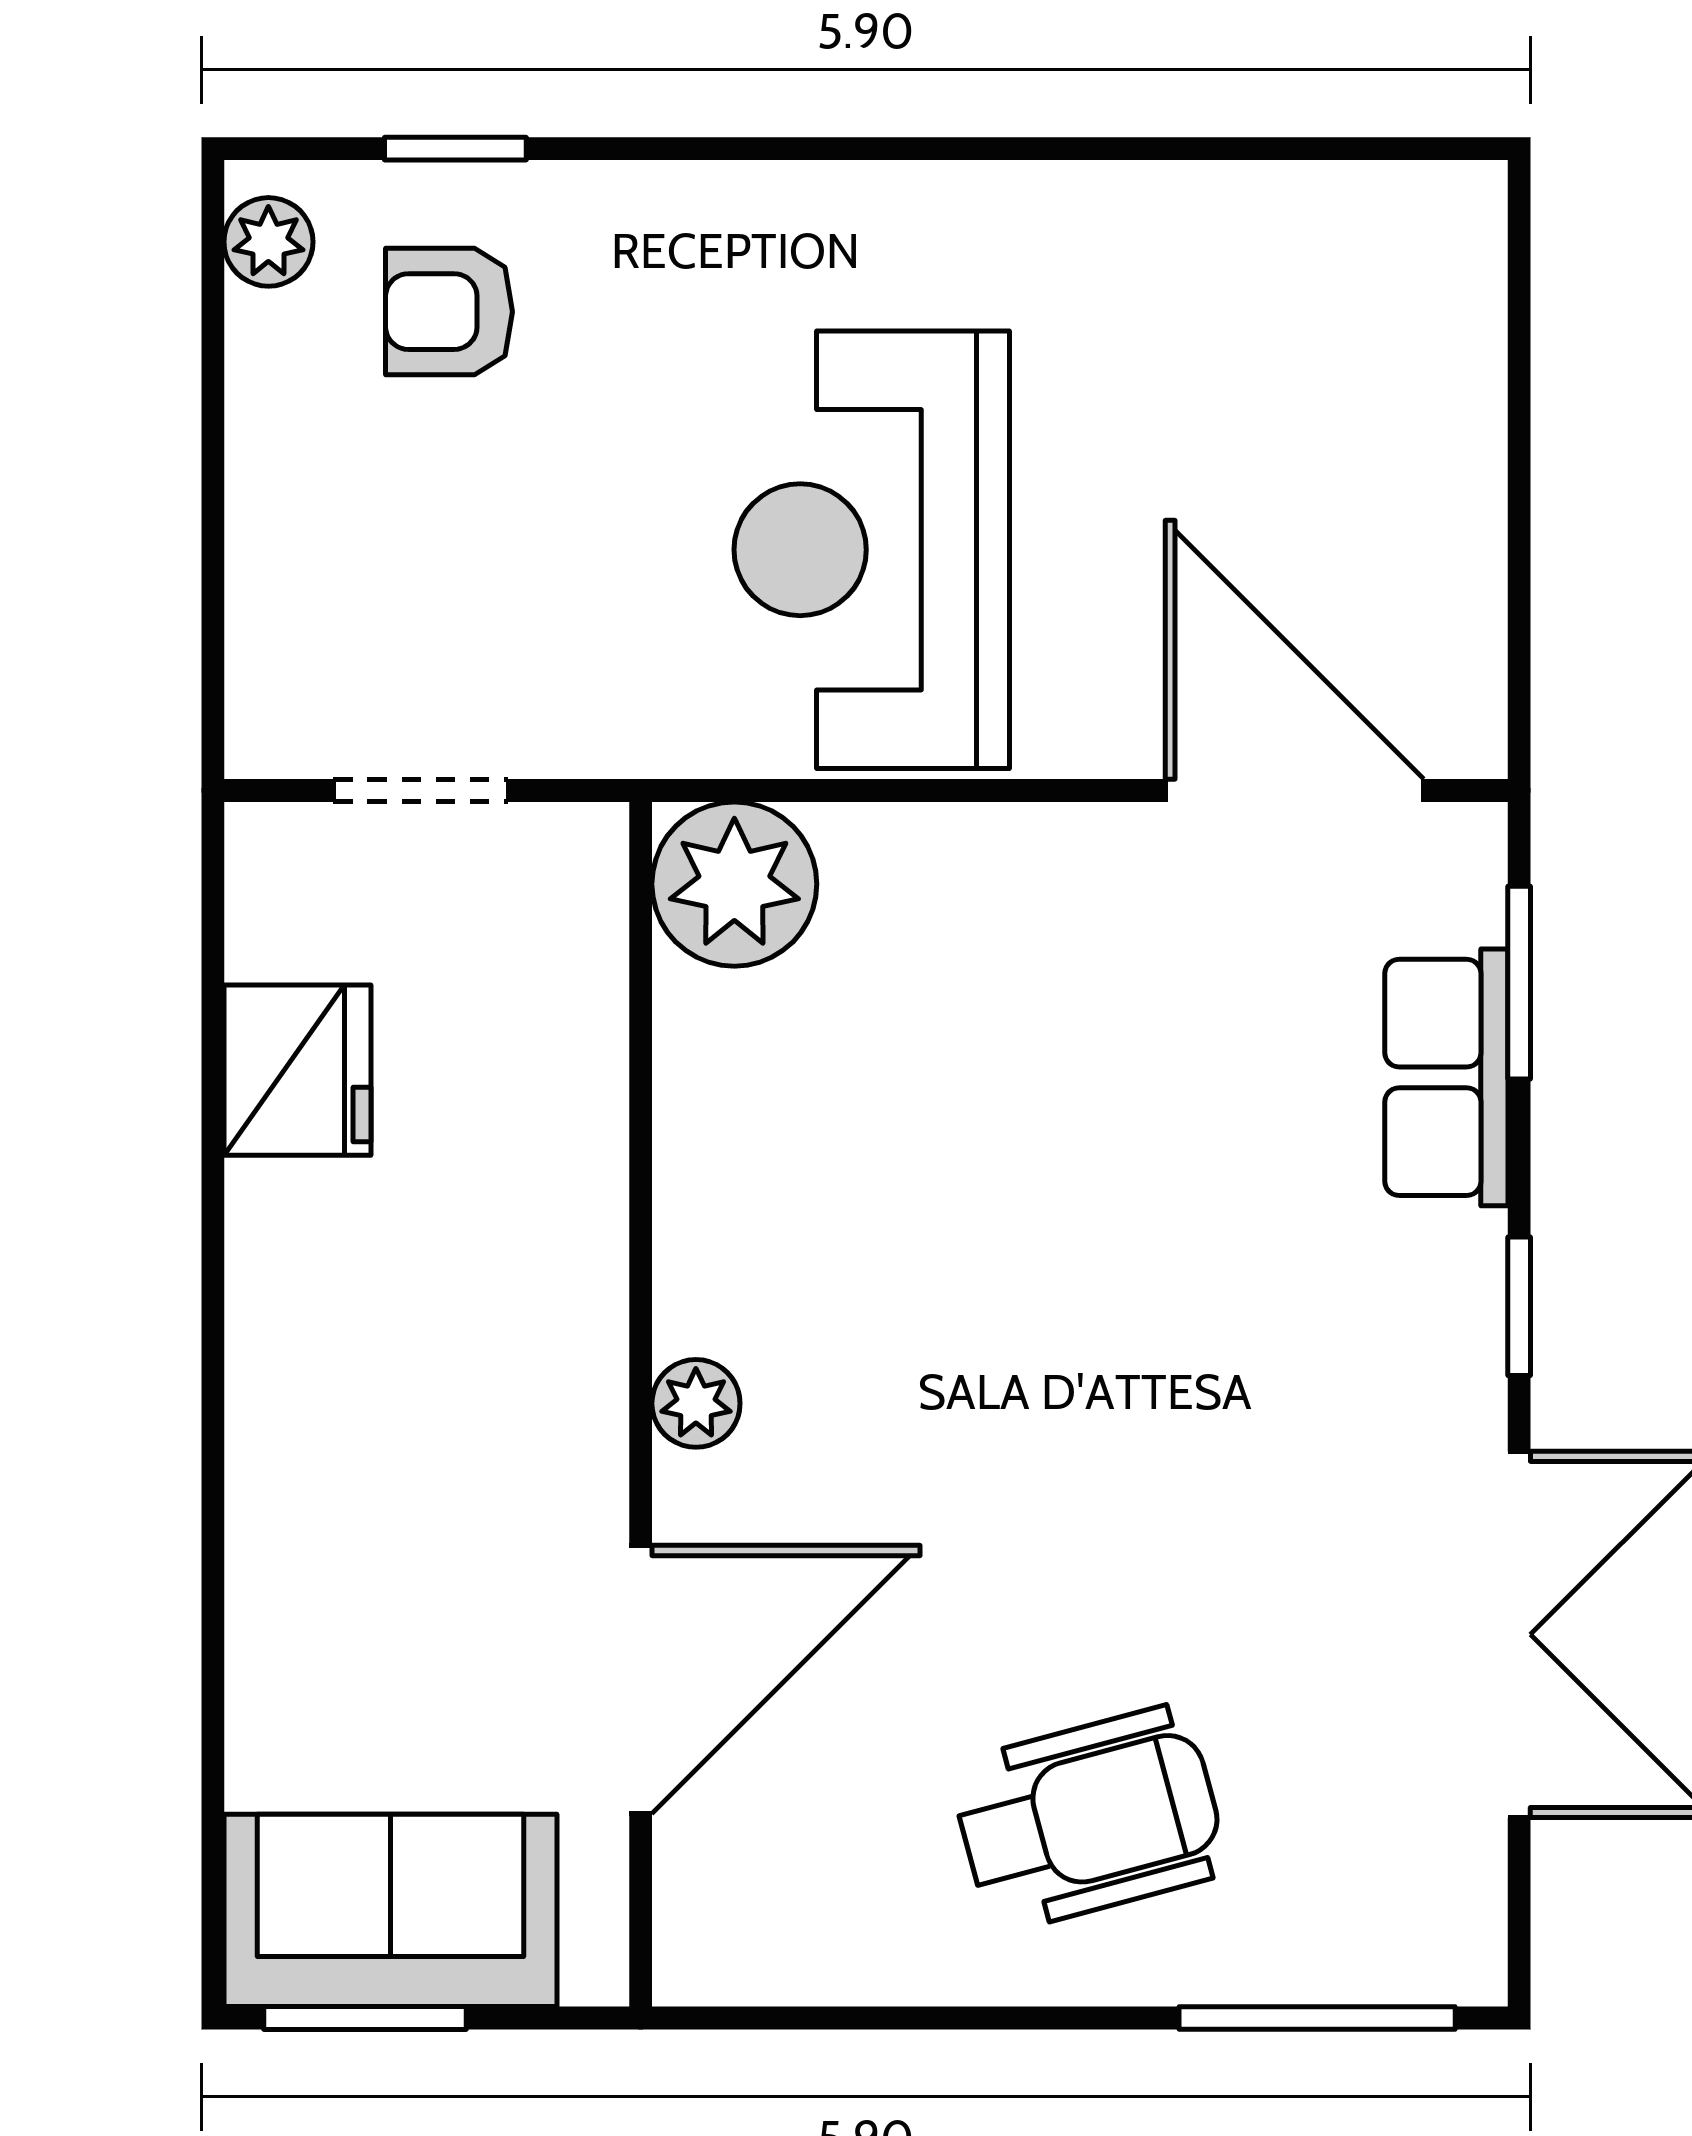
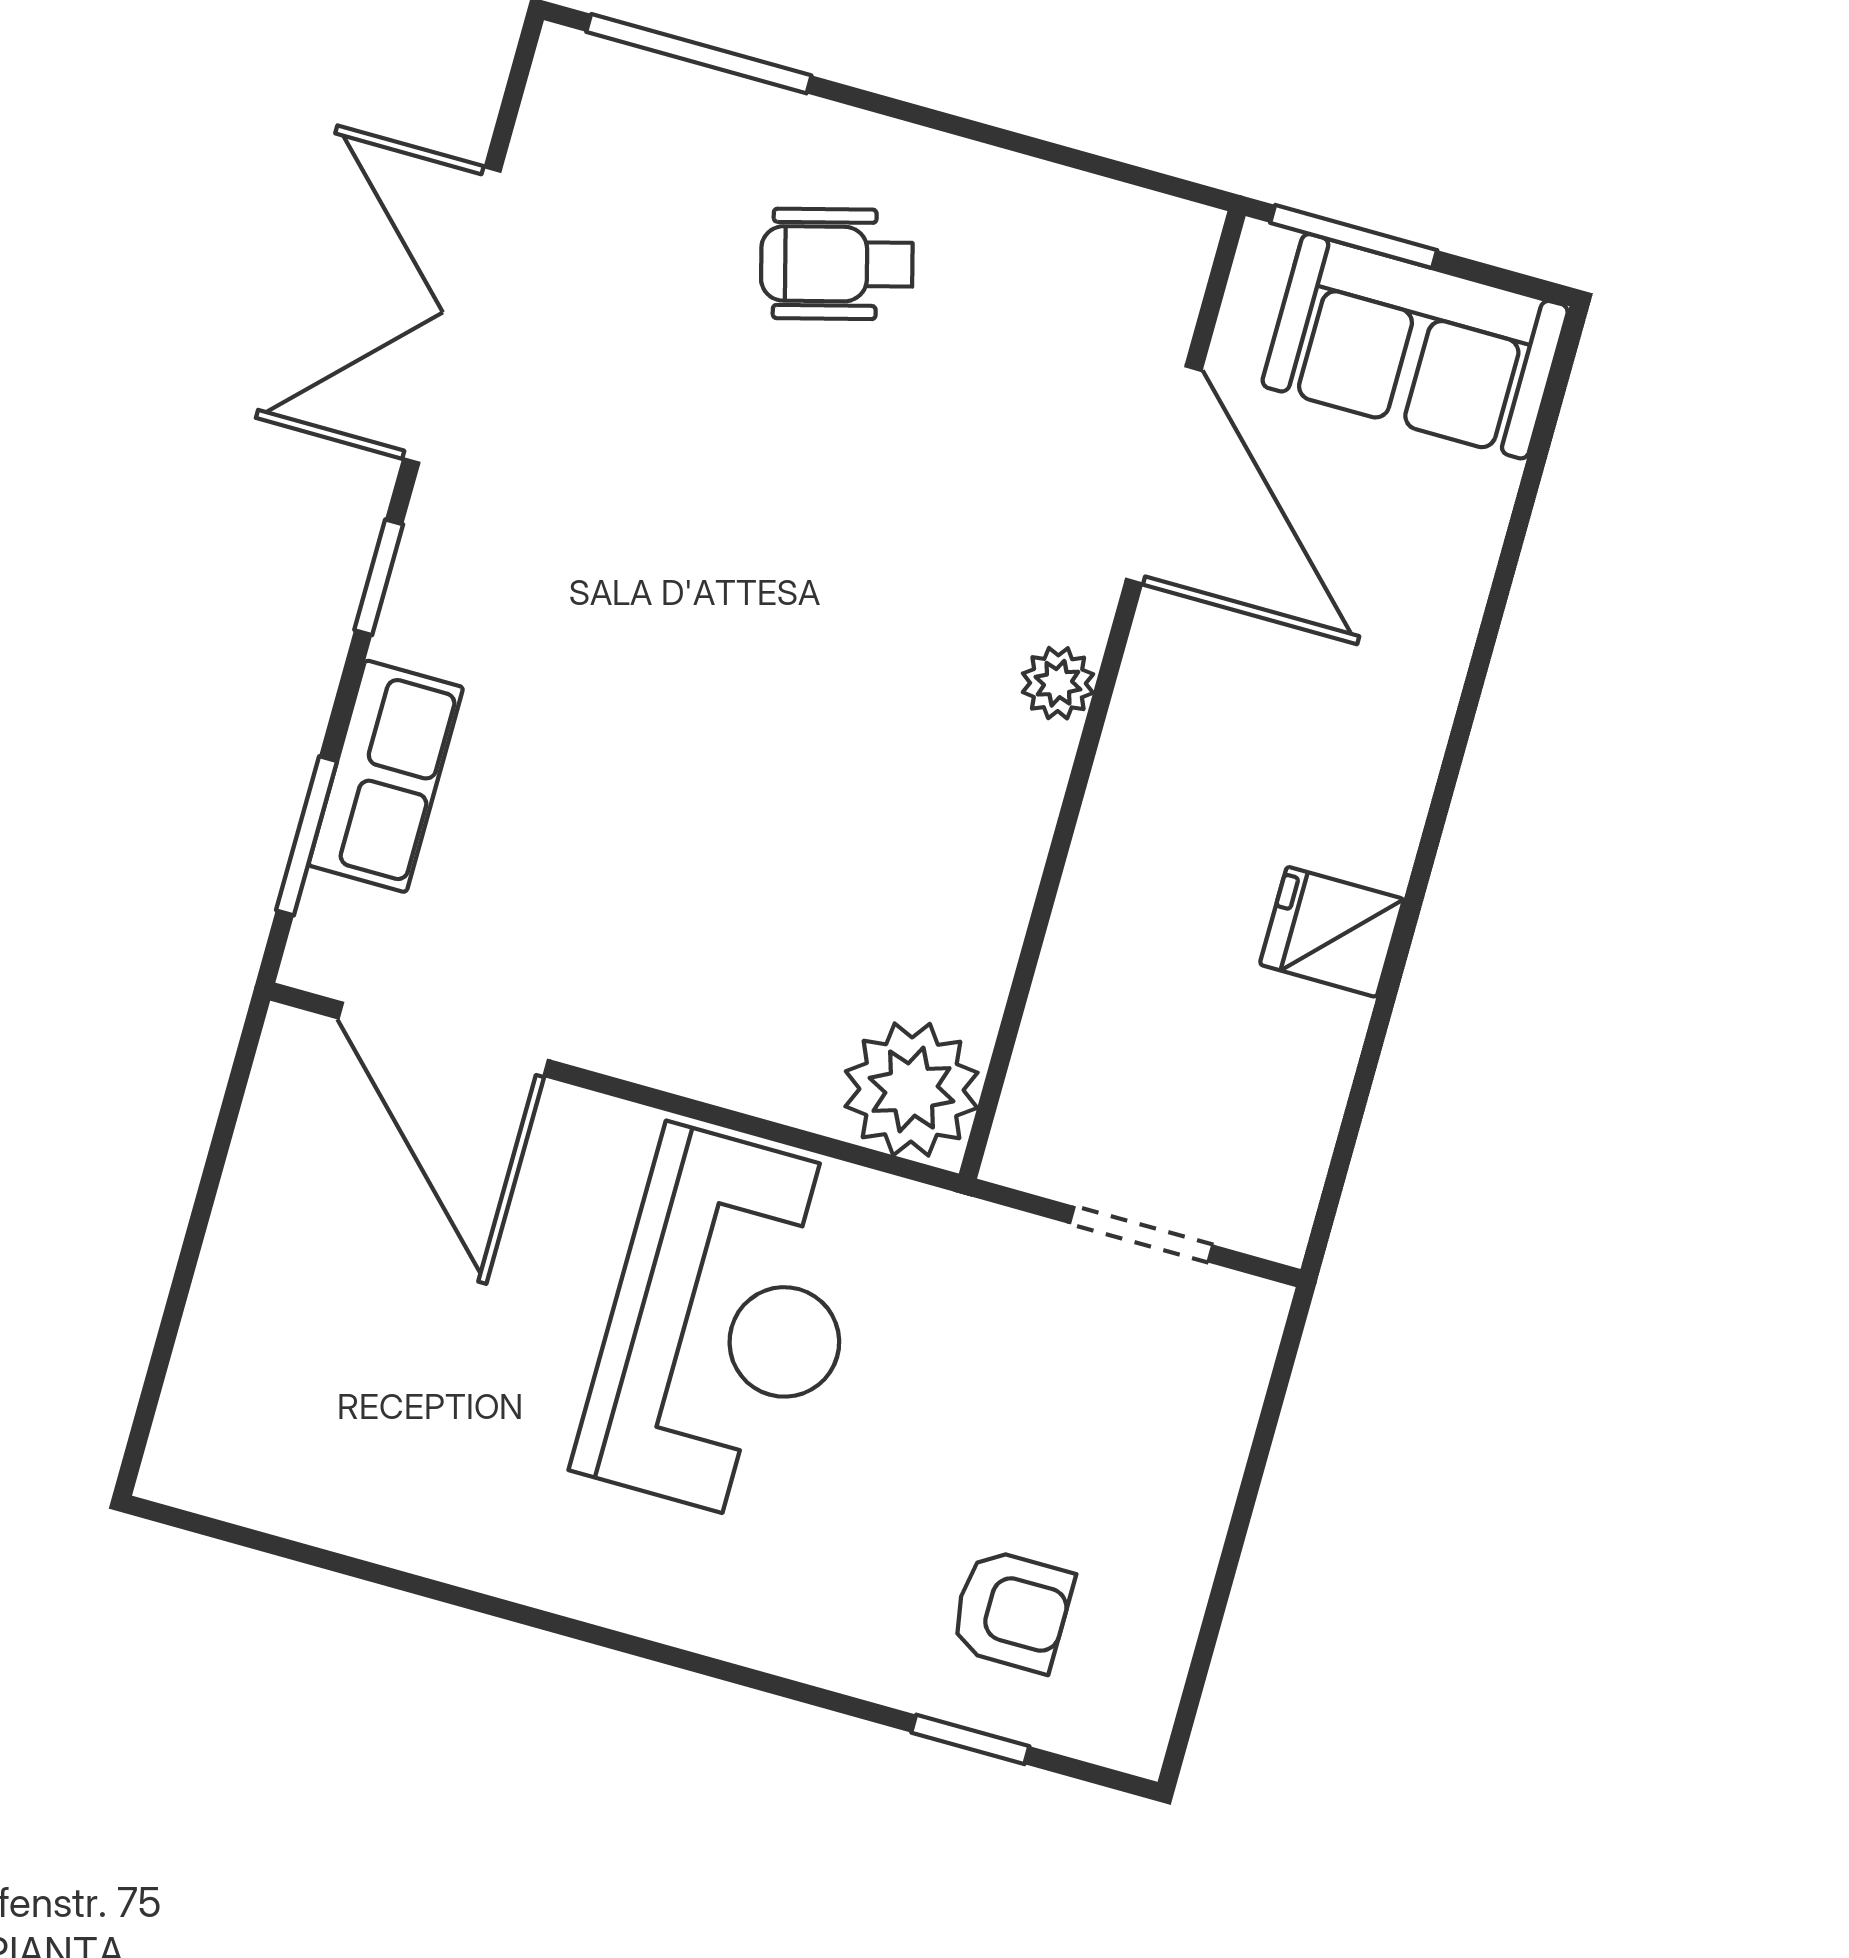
plant: (268, 242) -> (1140, 1706), removed
fridge: (297, 1070) -> (1332, 932), moved, width x0.72
door: (641, 1680) -> (1164, 475), swing flipped
wheelchair: (1089, 1818) -> (837, 264), width x0.73, depth x0.73
window: (365, 2018) -> (1354, 236), moved

